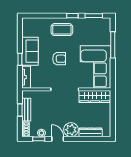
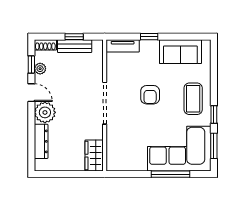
sofa: (30, 51) -> (180, 52), moved
corner sofa: (96, 67) -> (179, 149), moved
wardrobe: (95, 96) -> (94, 156), width x0.67
door: (58, 139) -> (31, 93), hinge flipped

